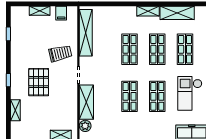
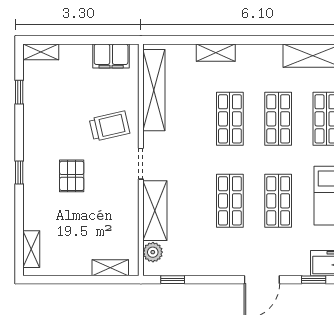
shelving: (40, 11) -> (41, 52), moved
shelving: (148, 11) -> (216, 53), moved
filing cabinet: (61, 13) -> (111, 56), width x2.00
pallet: (39, 82) -> (72, 176), width x0.67, depth x0.71
shelving: (15, 110) -> (31, 249), moved

